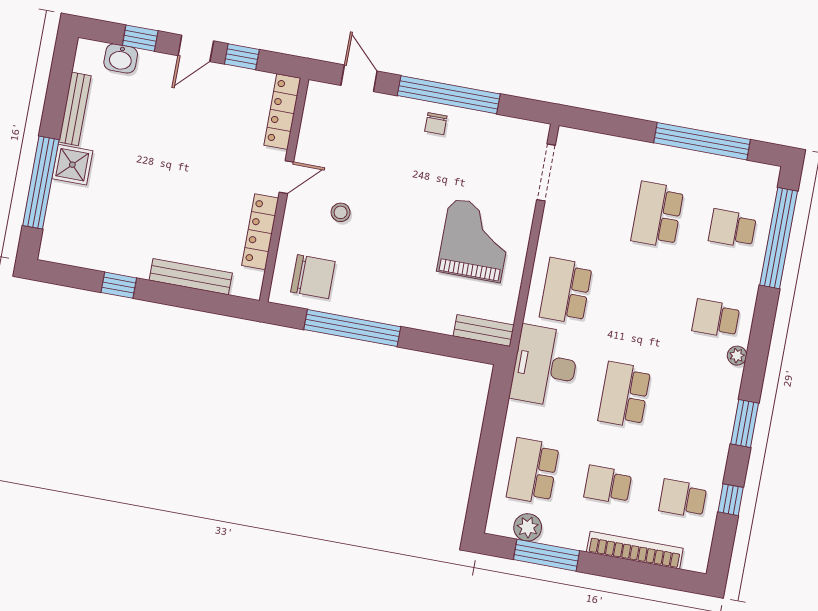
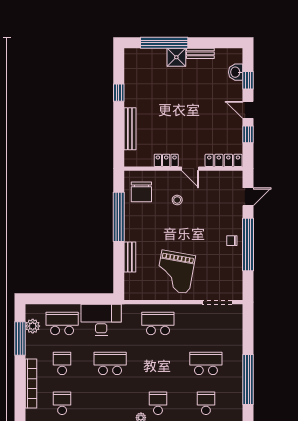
bench: (75, 109) -> (200, 53), width x0.73
locker: (260, 232) -> (166, 160), width x0.66
grand piano: (475, 240) -> (175, 272), turned 100
bench: (484, 331) -> (130, 257), moved
desk: (545, 366) -> (101, 320), moved

